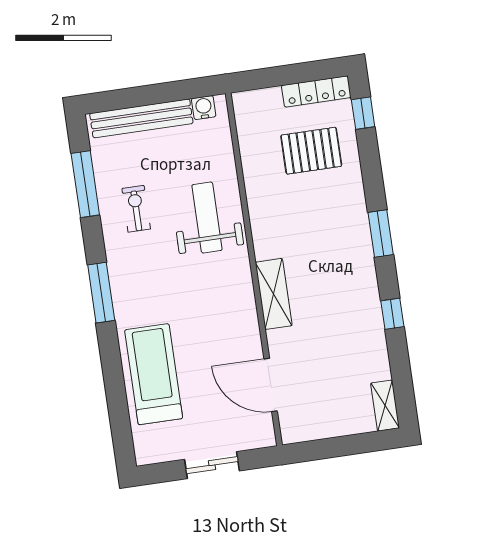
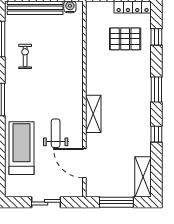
window: (363, 113) -> (156, 37), moved
weight bench: (207, 218) -> (56, 133), moved, width x0.73, depth x0.75
shelving: (385, 406) -> (143, 177), width x1.50, depth x1.33
window: (338, 447) -> (116, 202), added

